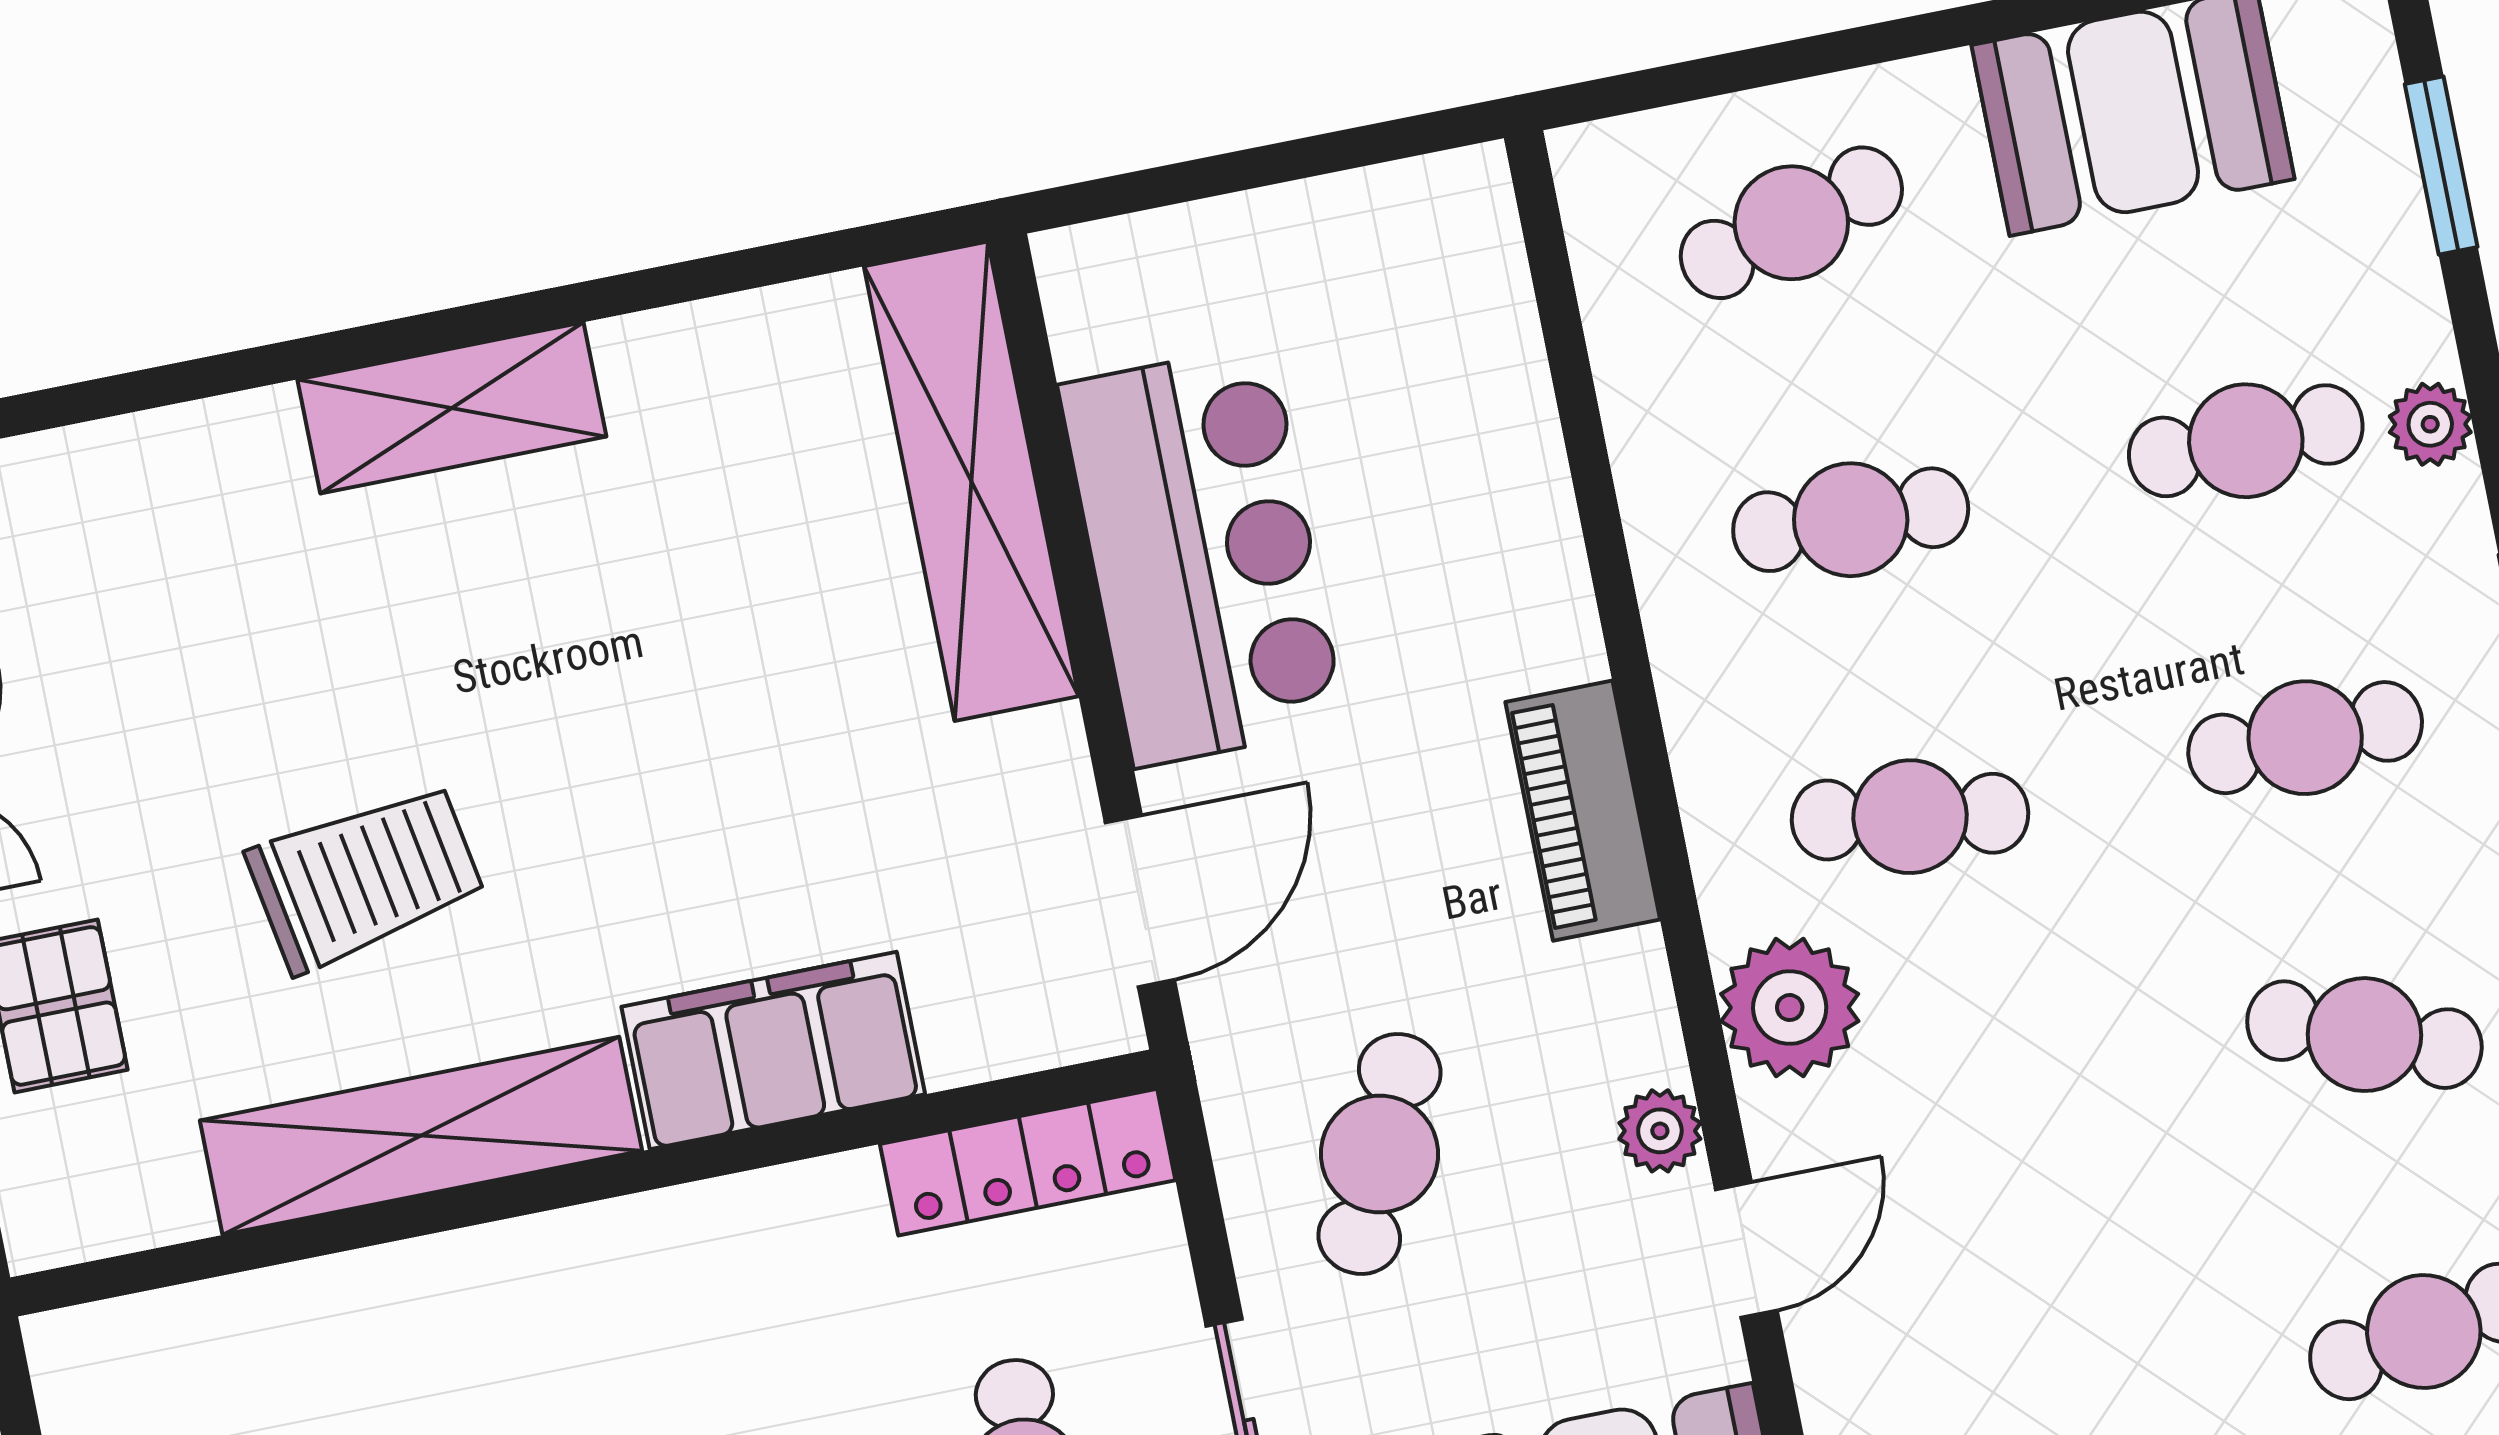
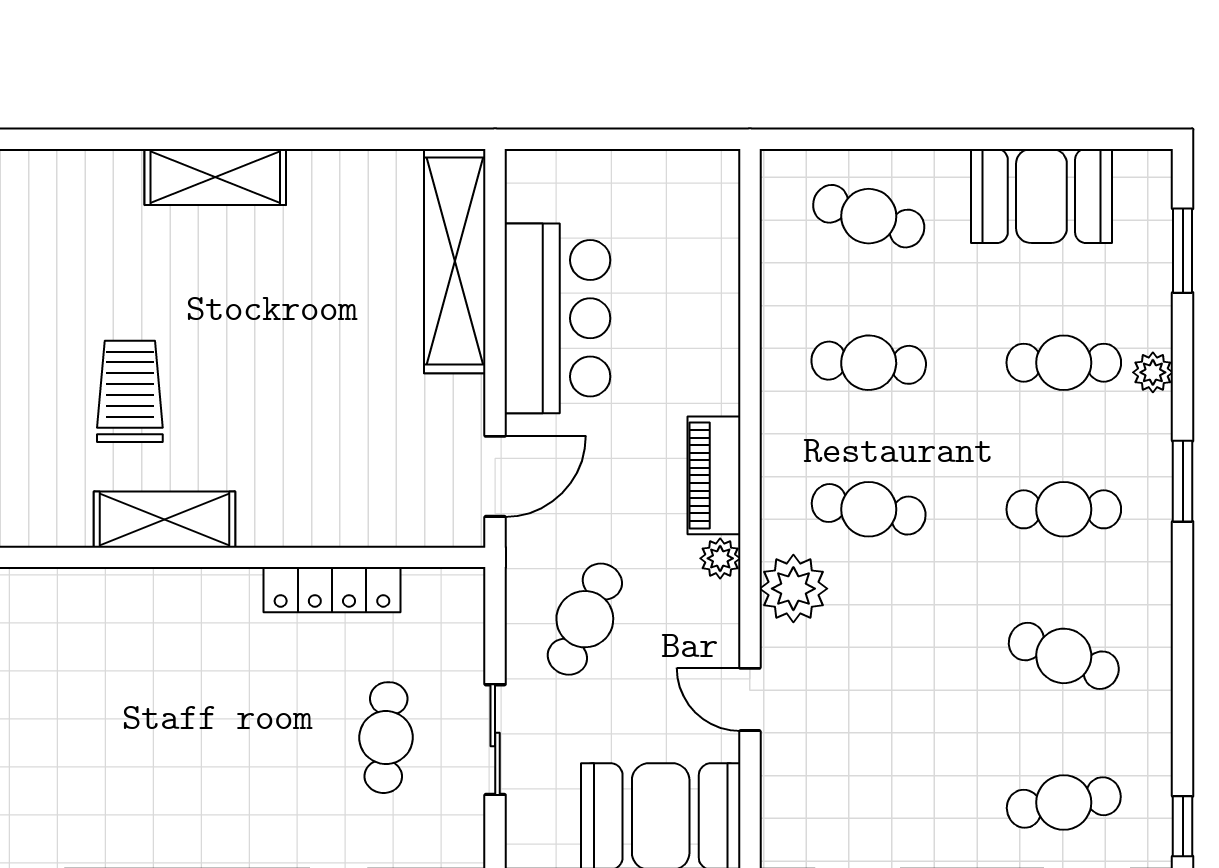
cafe table: (1791, 223) -> (869, 216), turned 33
trolley: (366, 877) -> (130, 391), turned -80
filing cabinet: (773, 1051) -> (307, 513), removed
plant: (1660, 1131) -> (720, 558), moved
shelving: (421, 1136) -> (164, 520), width x0.68
locker: (1028, 1162) -> (332, 590), moved
door: (1746, 1250) -> (750, 699), swing flipped

